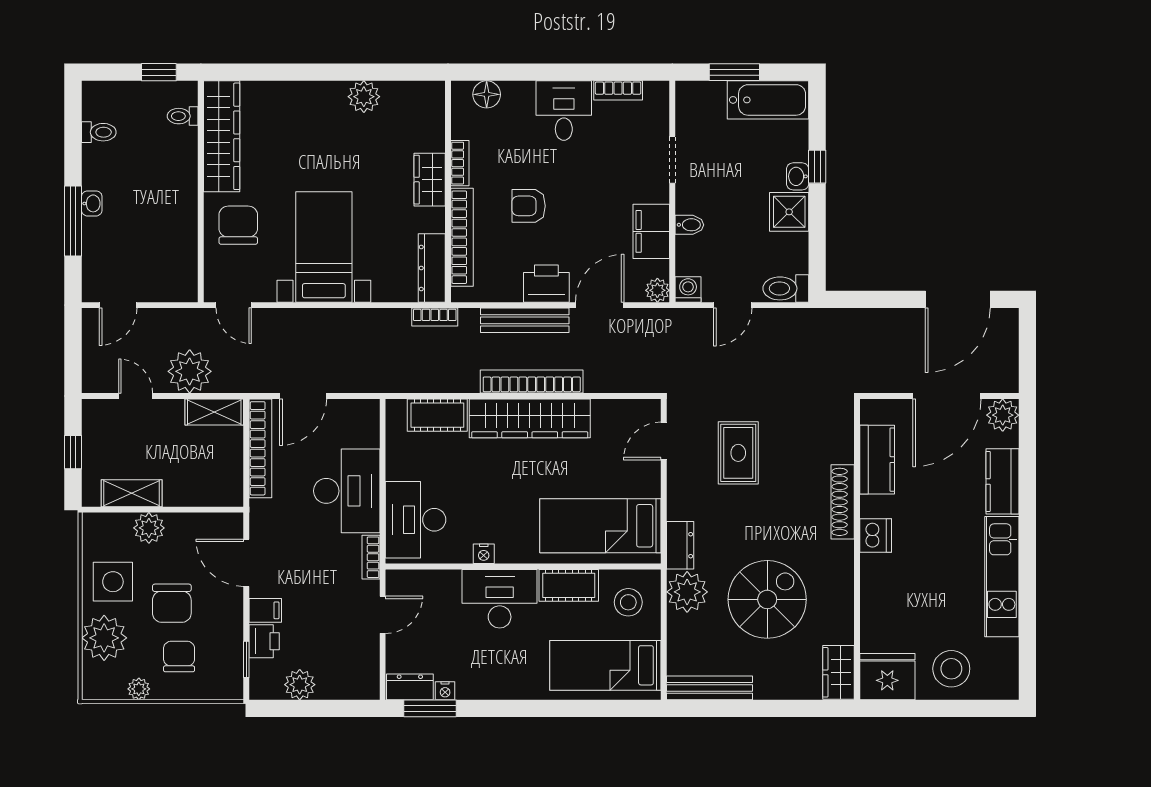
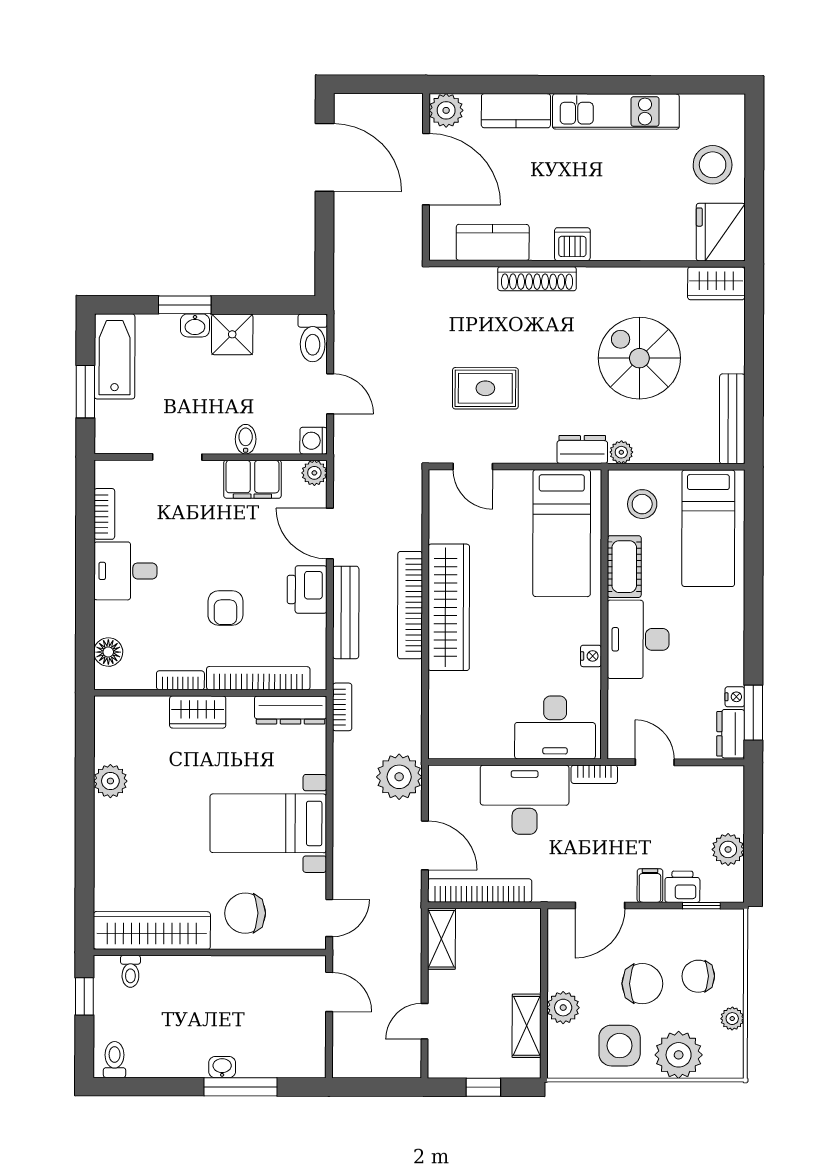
toilet: (99, 132) -> (115, 1060), moved
window: (817, 167) -> (185, 305), width x1.50
door: (118, 305) -> (329, 992), moved
plant: (190, 371) -> (399, 777), moved
cot: (437, 415) -> (445, 704), removed
plant: (687, 592) -> (621, 452), width x0.53, depth x0.53

